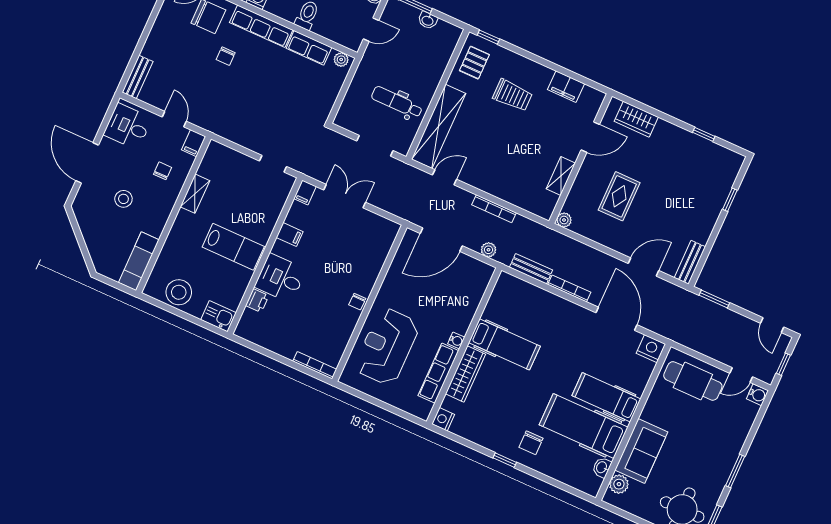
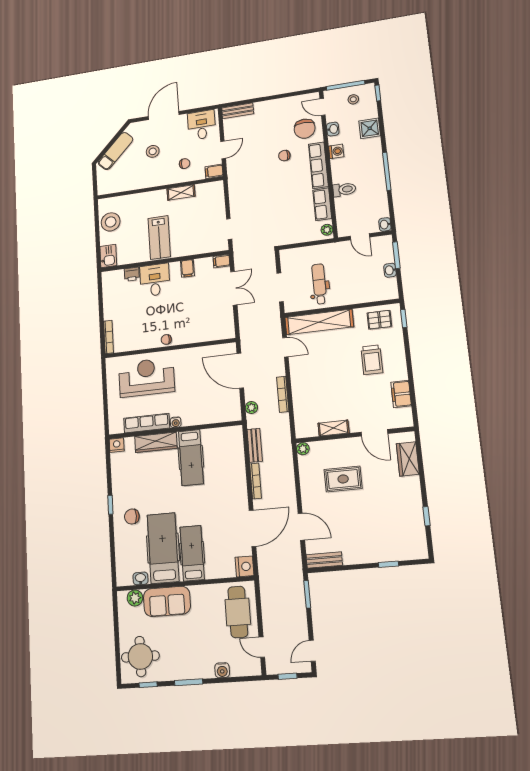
exam couch: (139, 261) -> (115, 151), moved, turned 135
water cooler: (757, 395) -> (222, 670), moved

